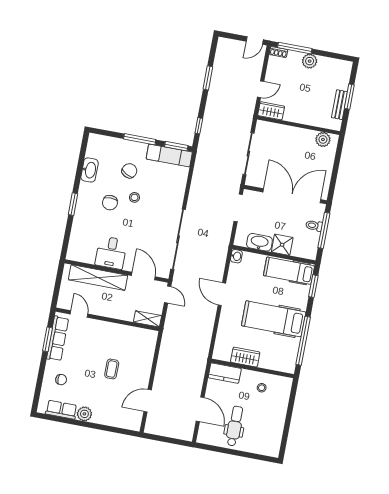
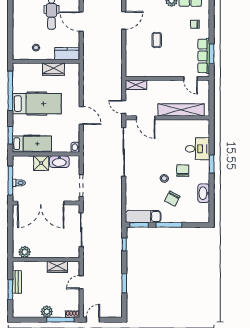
wardrobe: (271, 111) -> (57, 267), moved
desk: (111, 253) -> (197, 149), moved, turned 90

